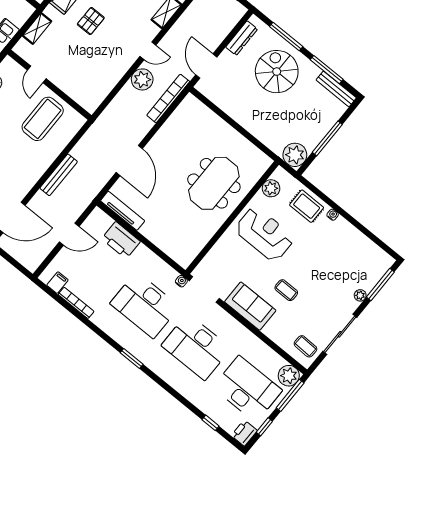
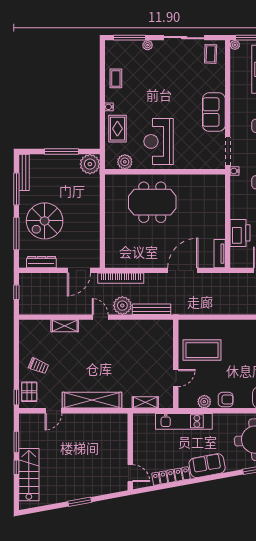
pallet: (91, 21) -> (111, 371), removed
bench: (59, 175) -> (152, 309), moved
tv unit: (123, 211) -> (220, 254), width x0.71
coffee table: (286, 290) -> (116, 78), moved
plant: (289, 376) -> (235, 45), width x0.53, depth x0.53

